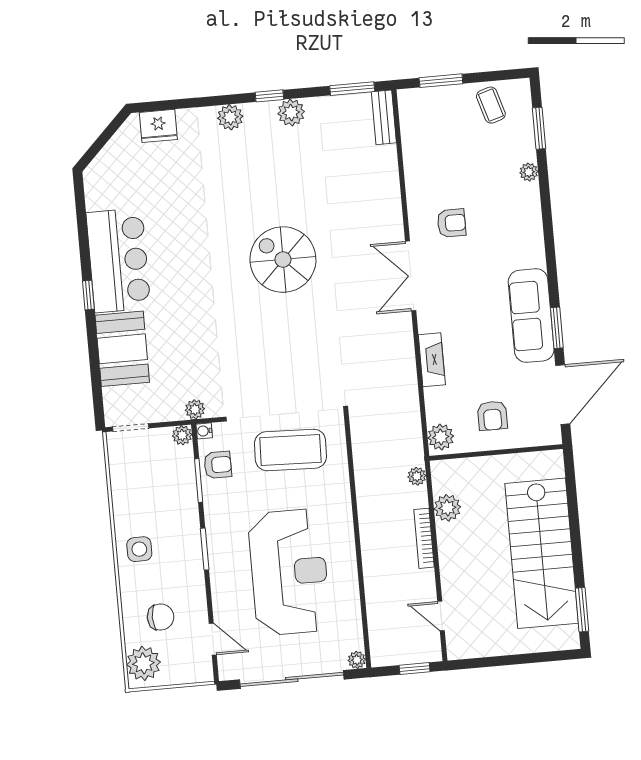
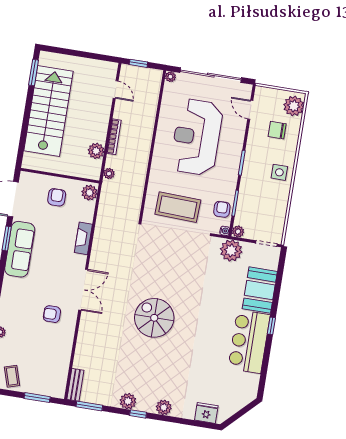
spiral stairs: (283, 260) -> (154, 318), turned 180
plant: (195, 409) -> (231, 250), width x1.87, depth x1.87
armchair: (218, 465) -> (222, 209), turned 89

